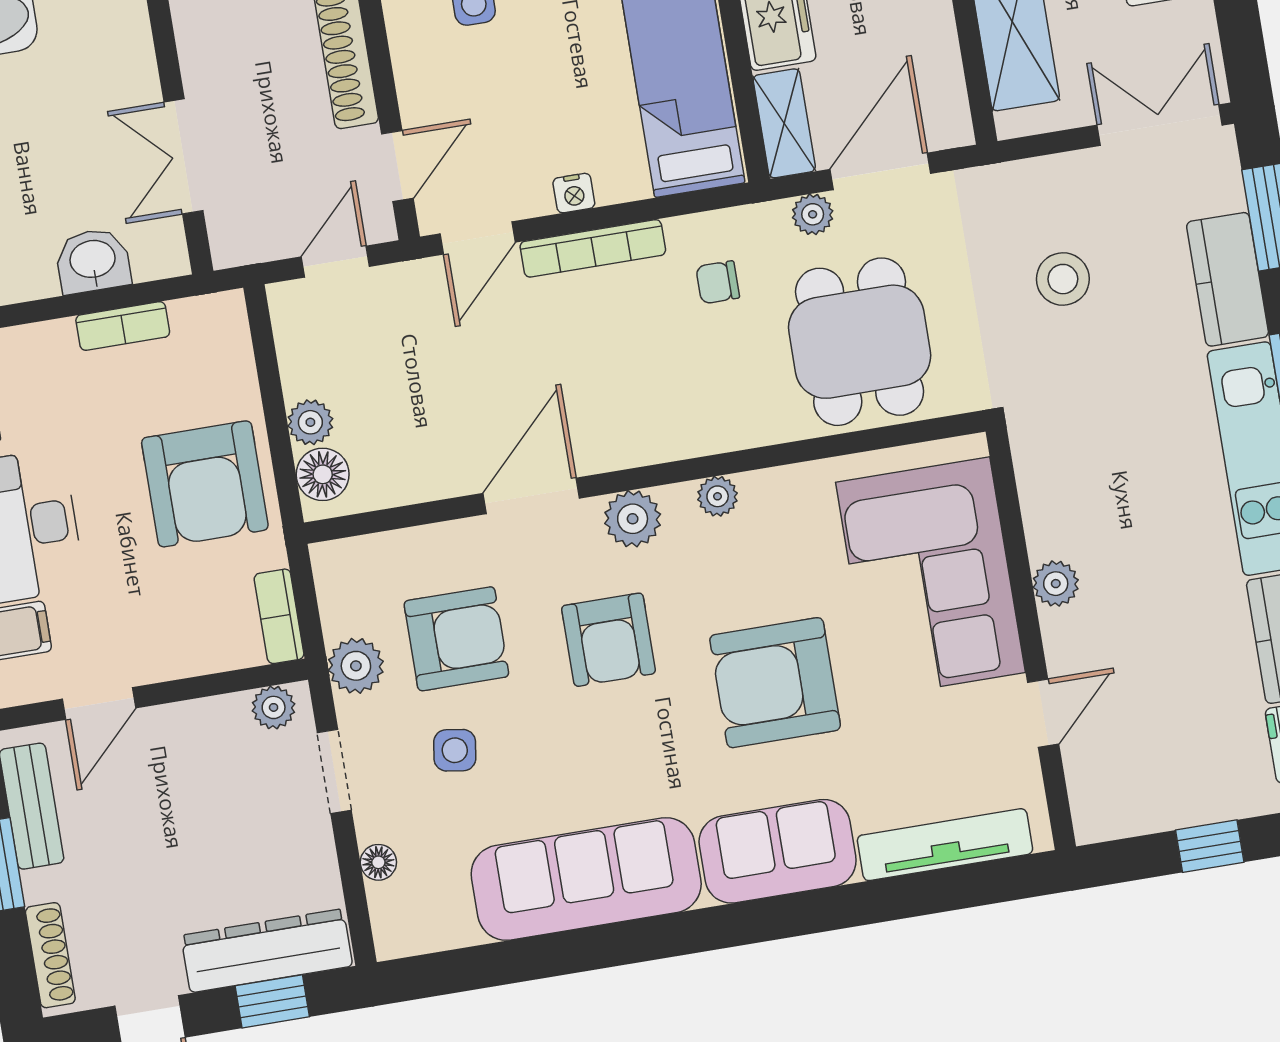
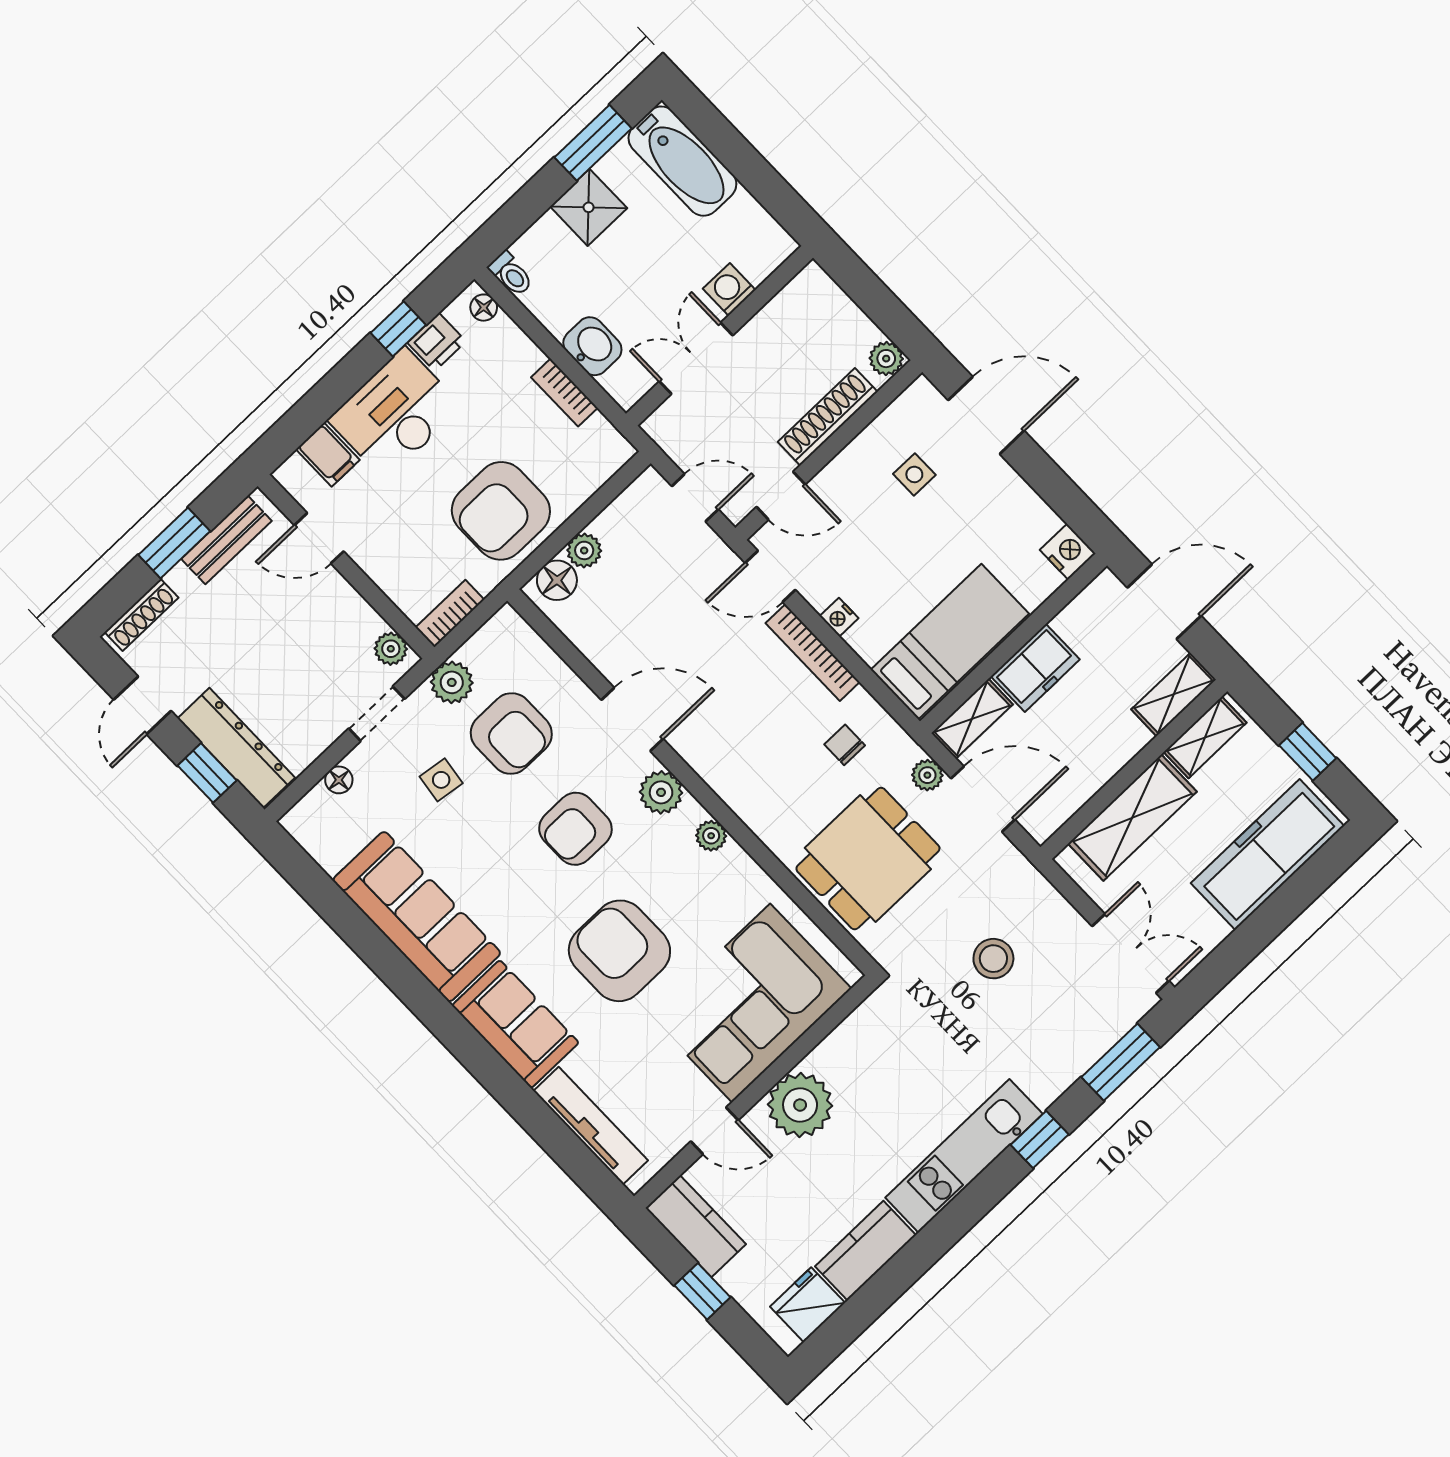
washing machine: (133, 69) -> (729, 289), added
kitchen counter: (1228, 279) -> (696, 1226), moved, turned 90
plant: (1056, 584) -> (800, 1105), width x1.87, depth x1.87

